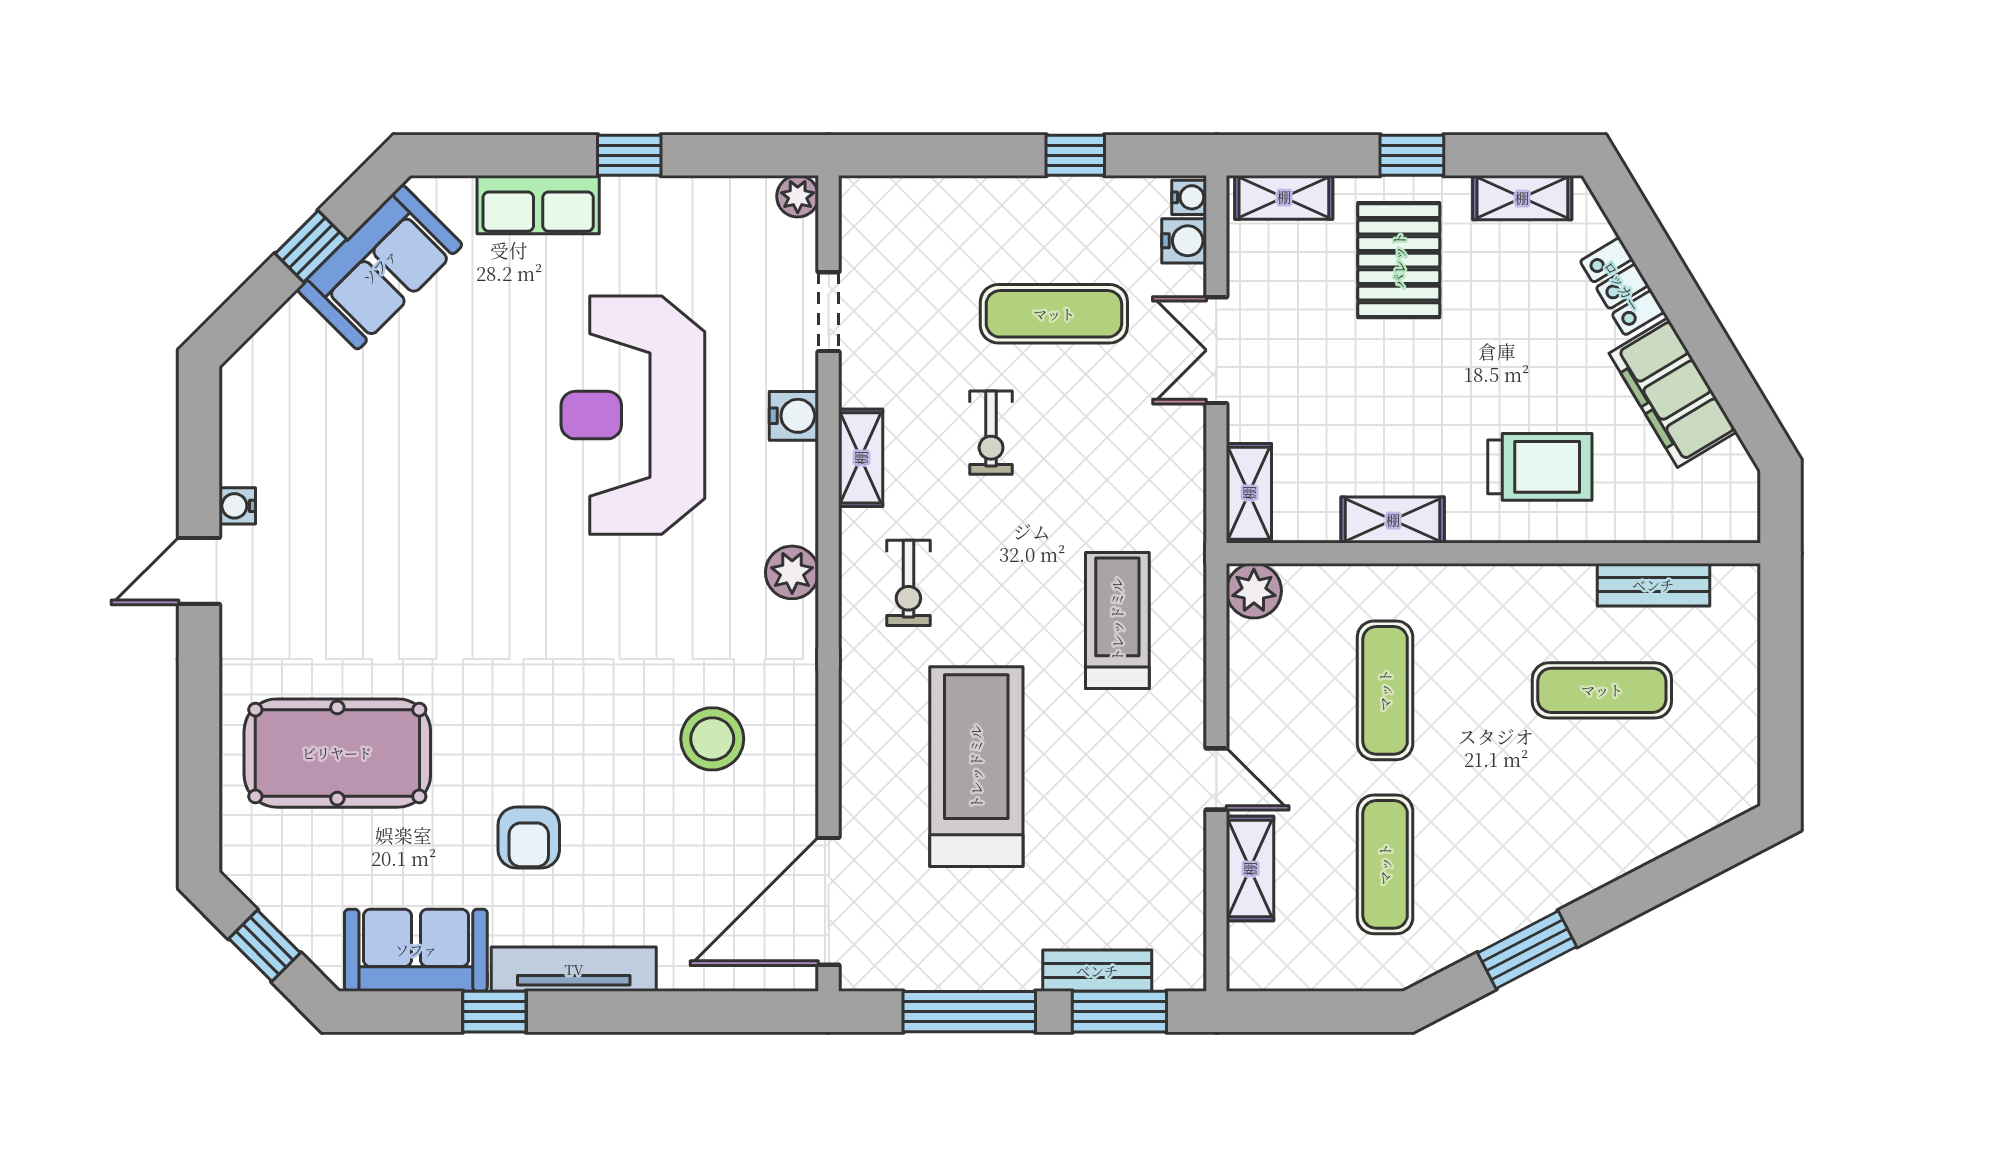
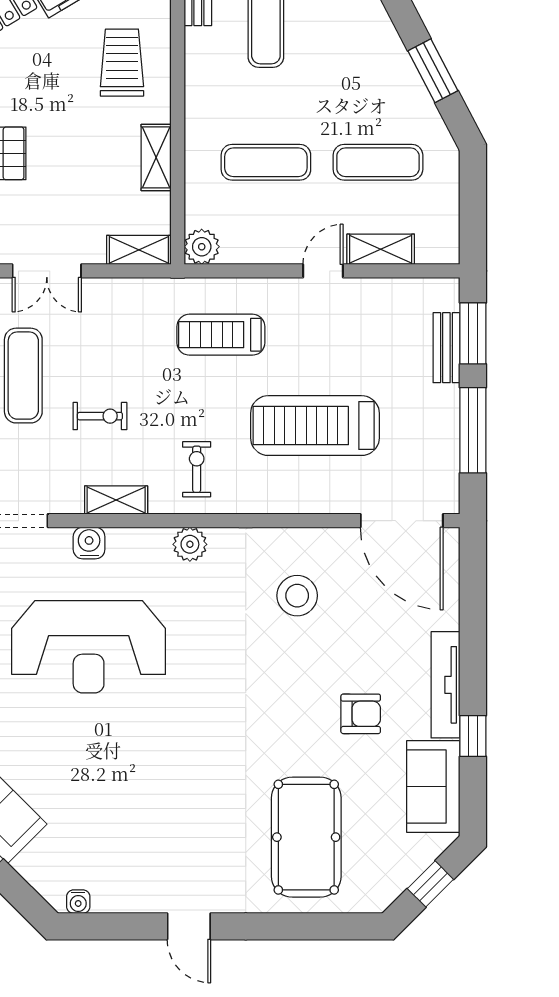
water cooler: (237, 506) -> (78, 902), moved
exercise bike: (908, 583) -> (197, 469), turned -90

